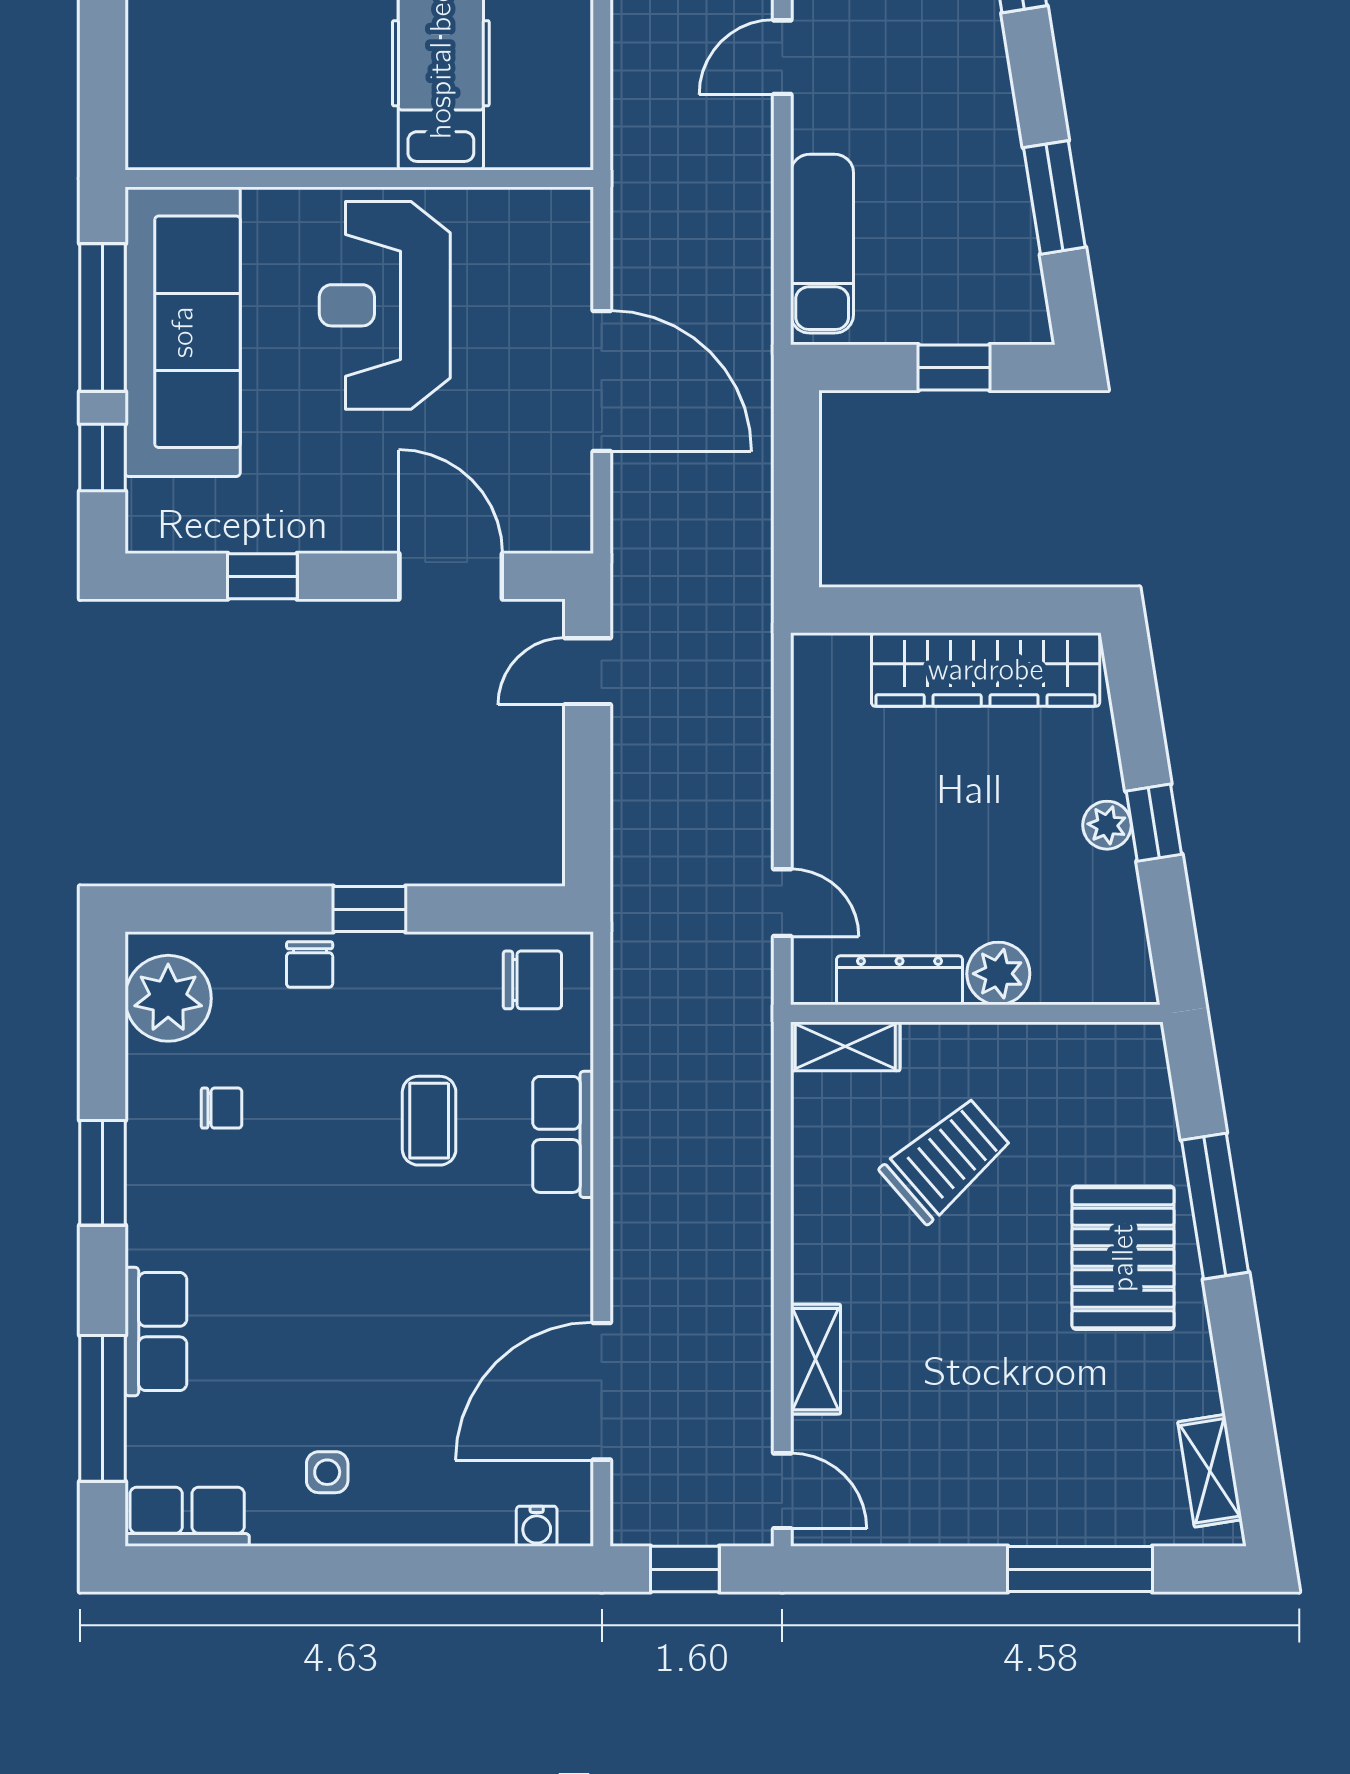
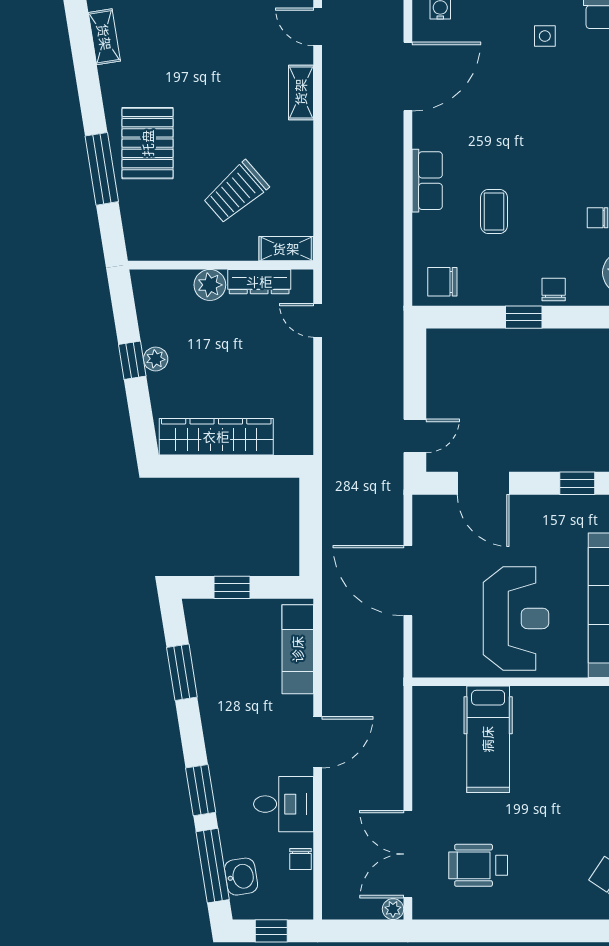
door: (782, 57) -> (318, 742), width x1.38
row of seats: (563, 1134) -> (427, 181), moved

